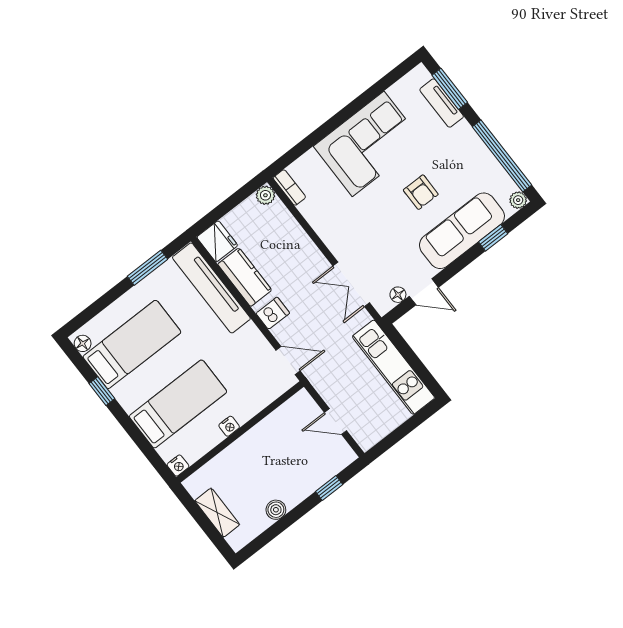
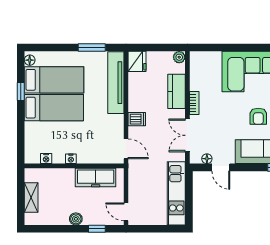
bookcase: (289, 188) -> (194, 103), moved
kitchen counter: (245, 277) -> (177, 91), moved, turned 180
bed: (178, 404) -> (54, 108), moved
door: (336, 422) -> (126, 212), moved
freezer: (278, 425) -> (96, 177), added
nightstand: (178, 466) -> (46, 159), moved
boiler: (276, 510) -> (76, 219), moved

